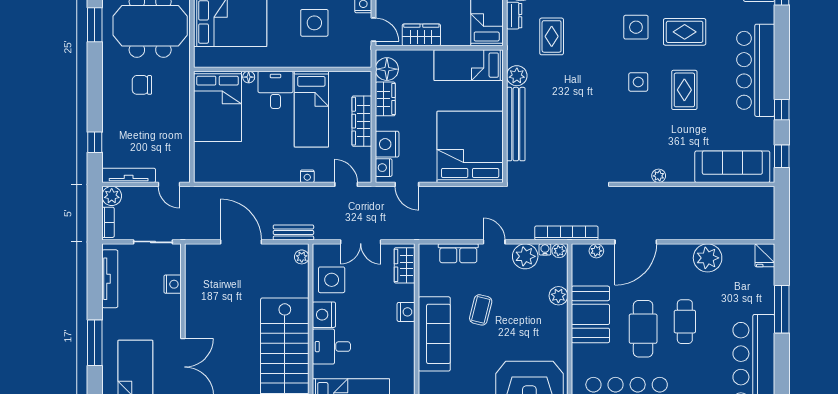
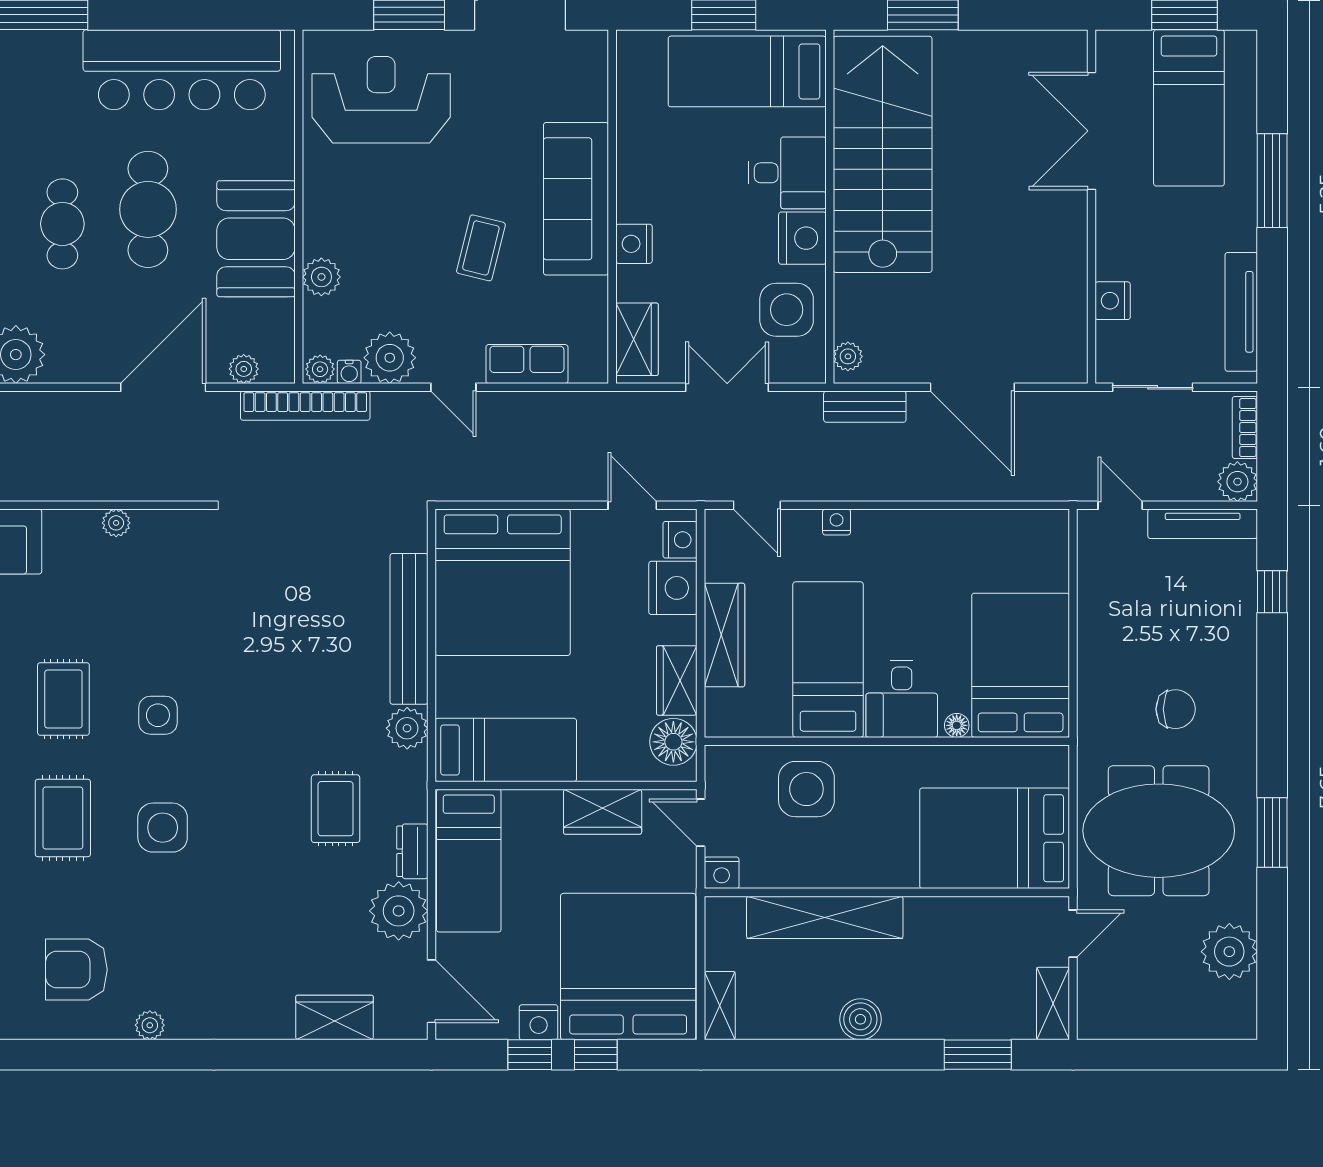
side table: (314, 23) -> (806, 789), moved
rug: (685, 32) -> (63, 818), turned 90

